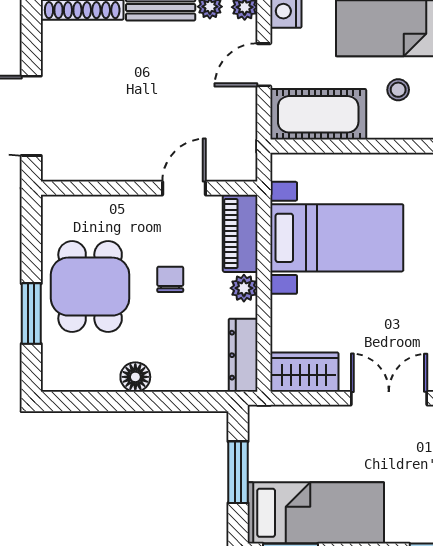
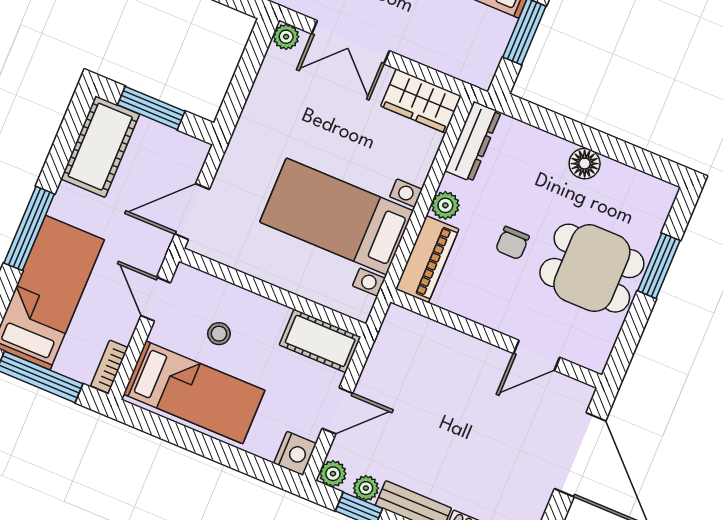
cot: (318, 114) -> (320, 341), width x0.73, depth x0.75
door: (184, 188) -> (537, 355), moved
dining table: (90, 287) -> (592, 268), turned 90

